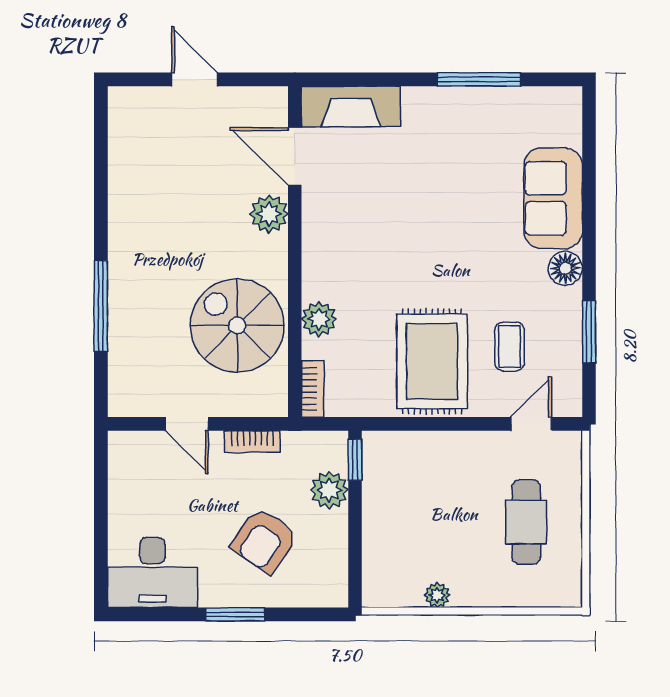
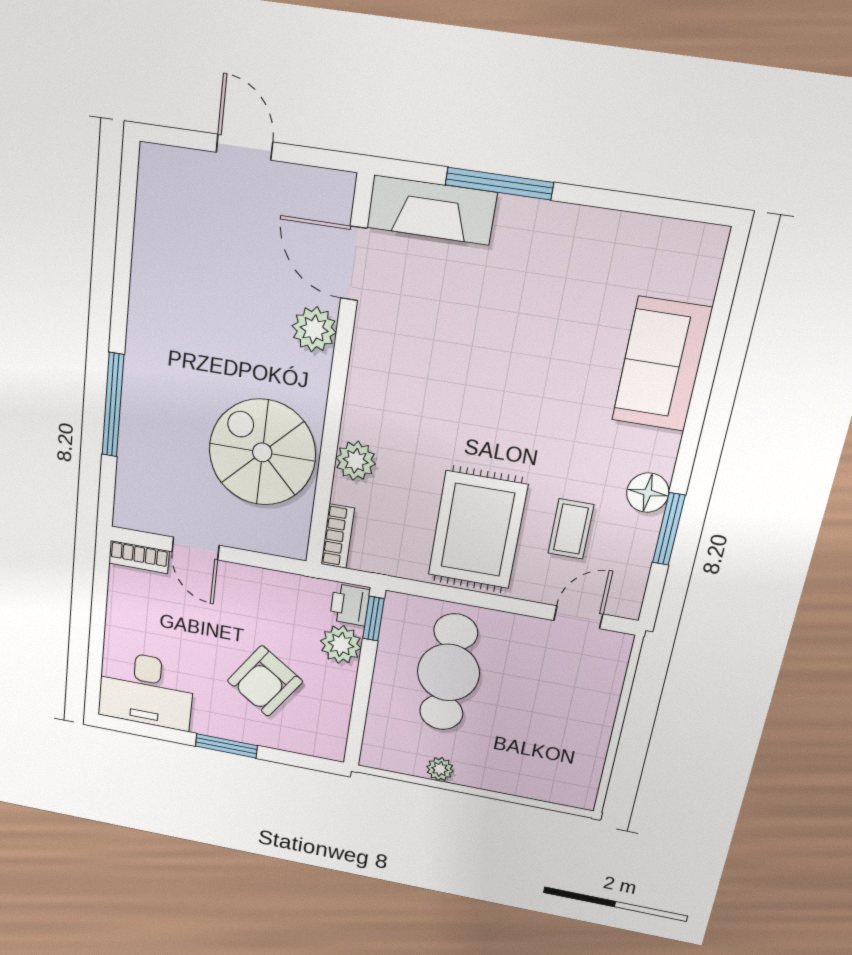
window: (479, 79) -> (499, 184), moved
floor lamp: (565, 268) -> (648, 493), moved
bookcase: (252, 442) -> (139, 557), moved
printer: (332, 451) -> (350, 605), added
cafe table: (526, 522) -> (448, 672), moved, width x1.37, depth x1.35

